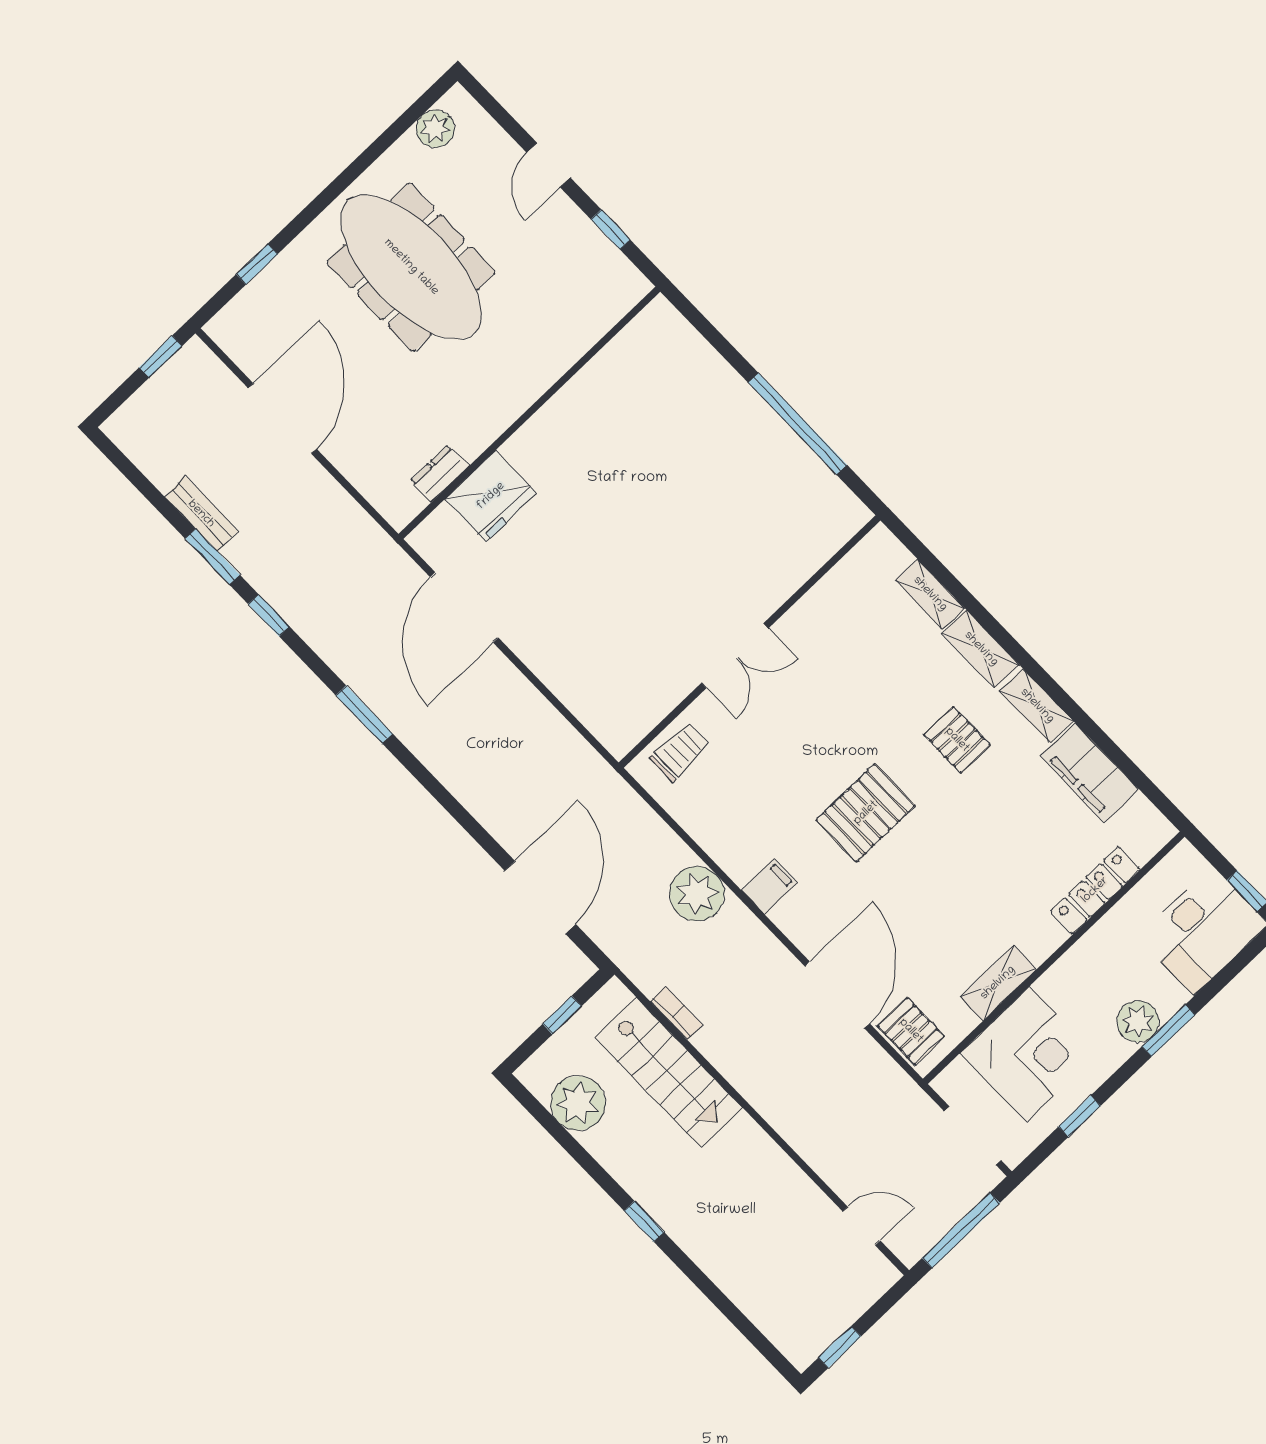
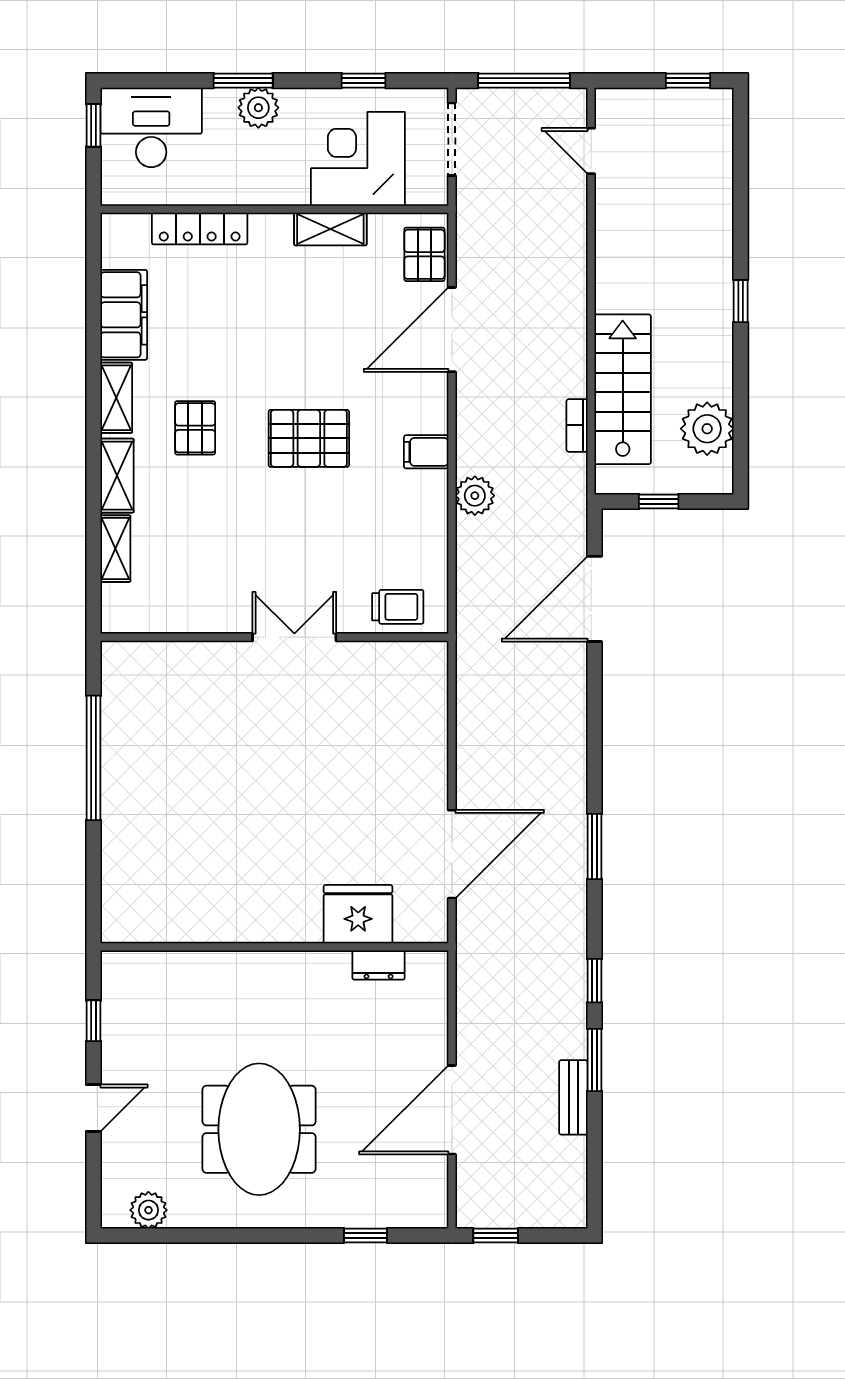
meeting table: (411, 267) -> (259, 1129), width x0.73
trolley: (680, 752) -> (398, 607), turned 180
plant: (697, 894) -> (475, 496), width x0.73, depth x0.73

